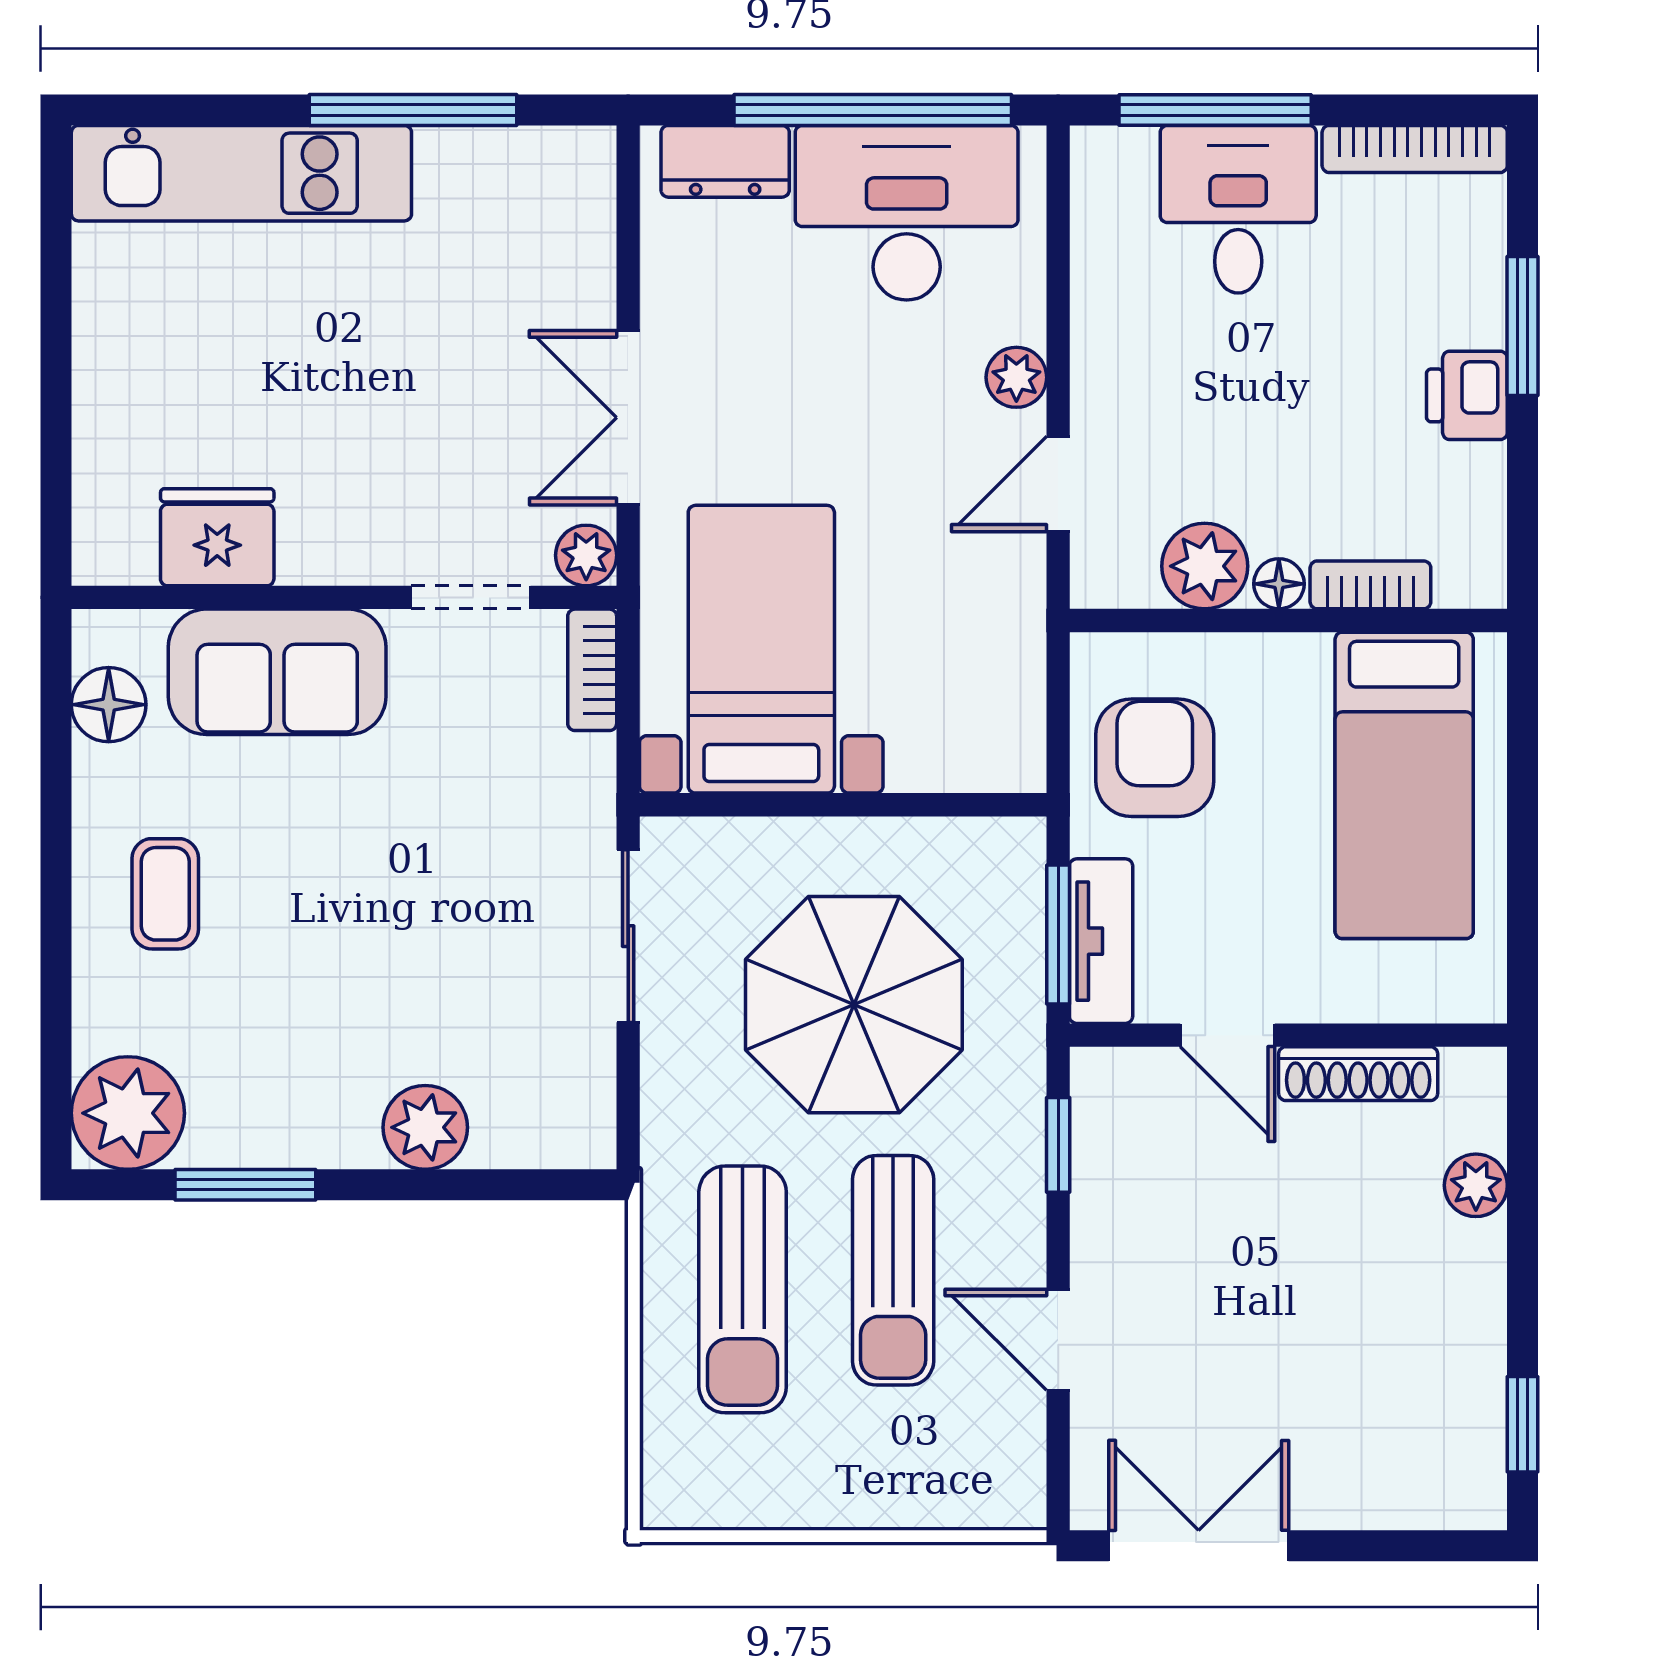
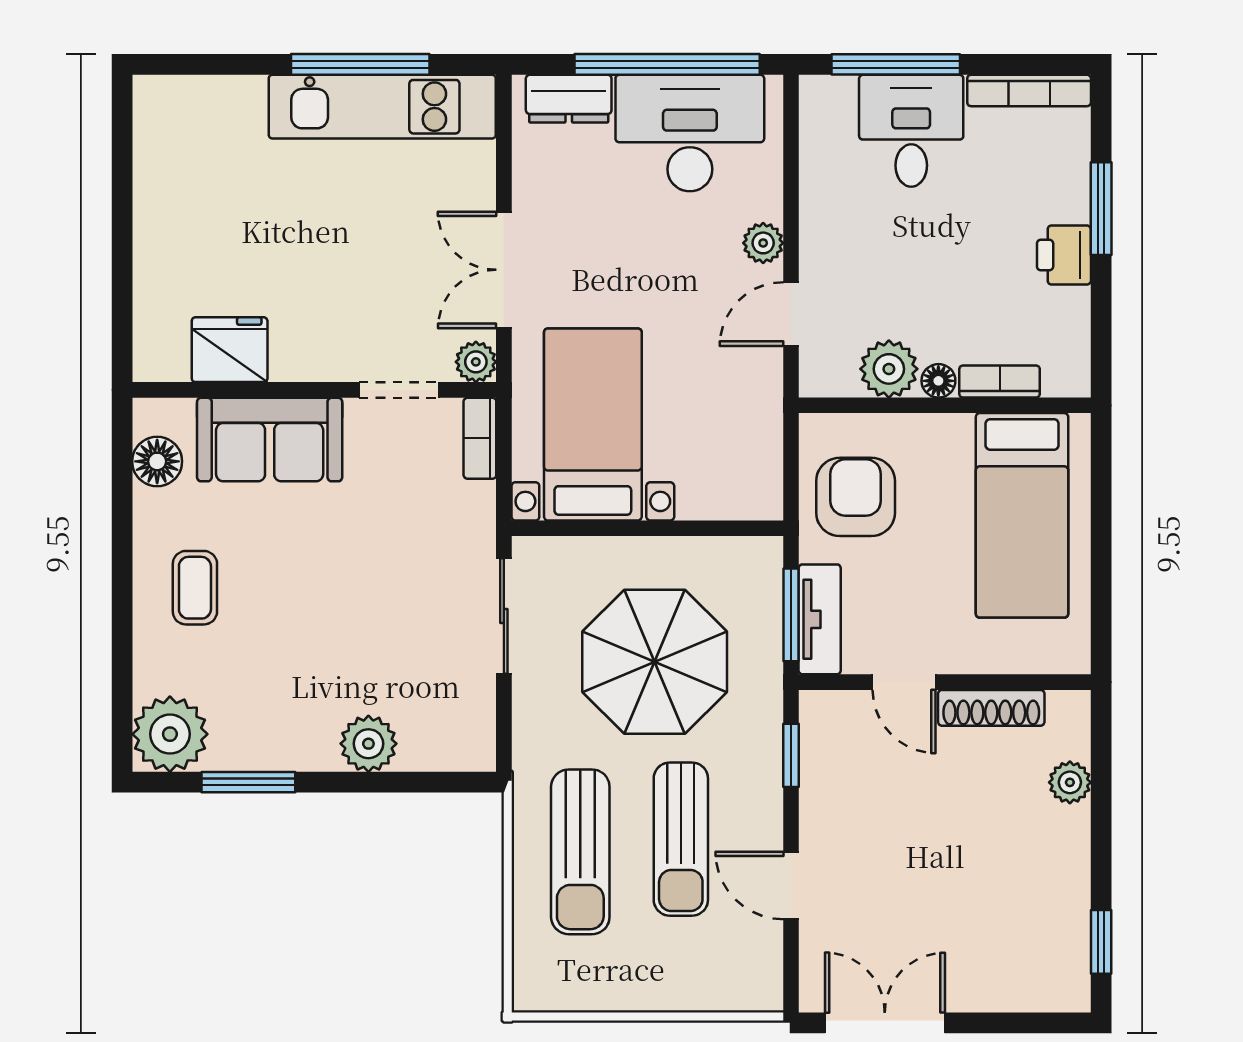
kitchen unit: (241, 173) -> (382, 107), moved

